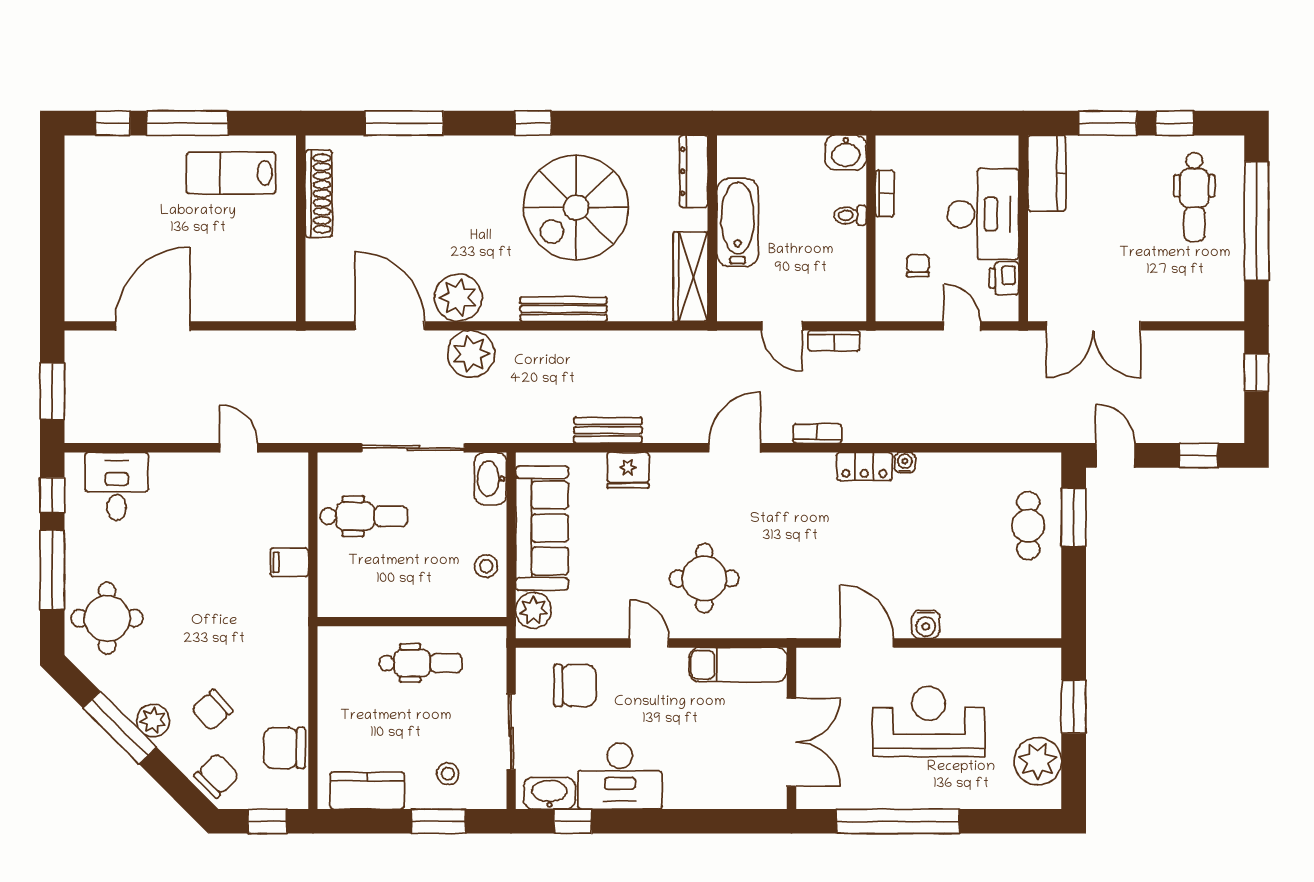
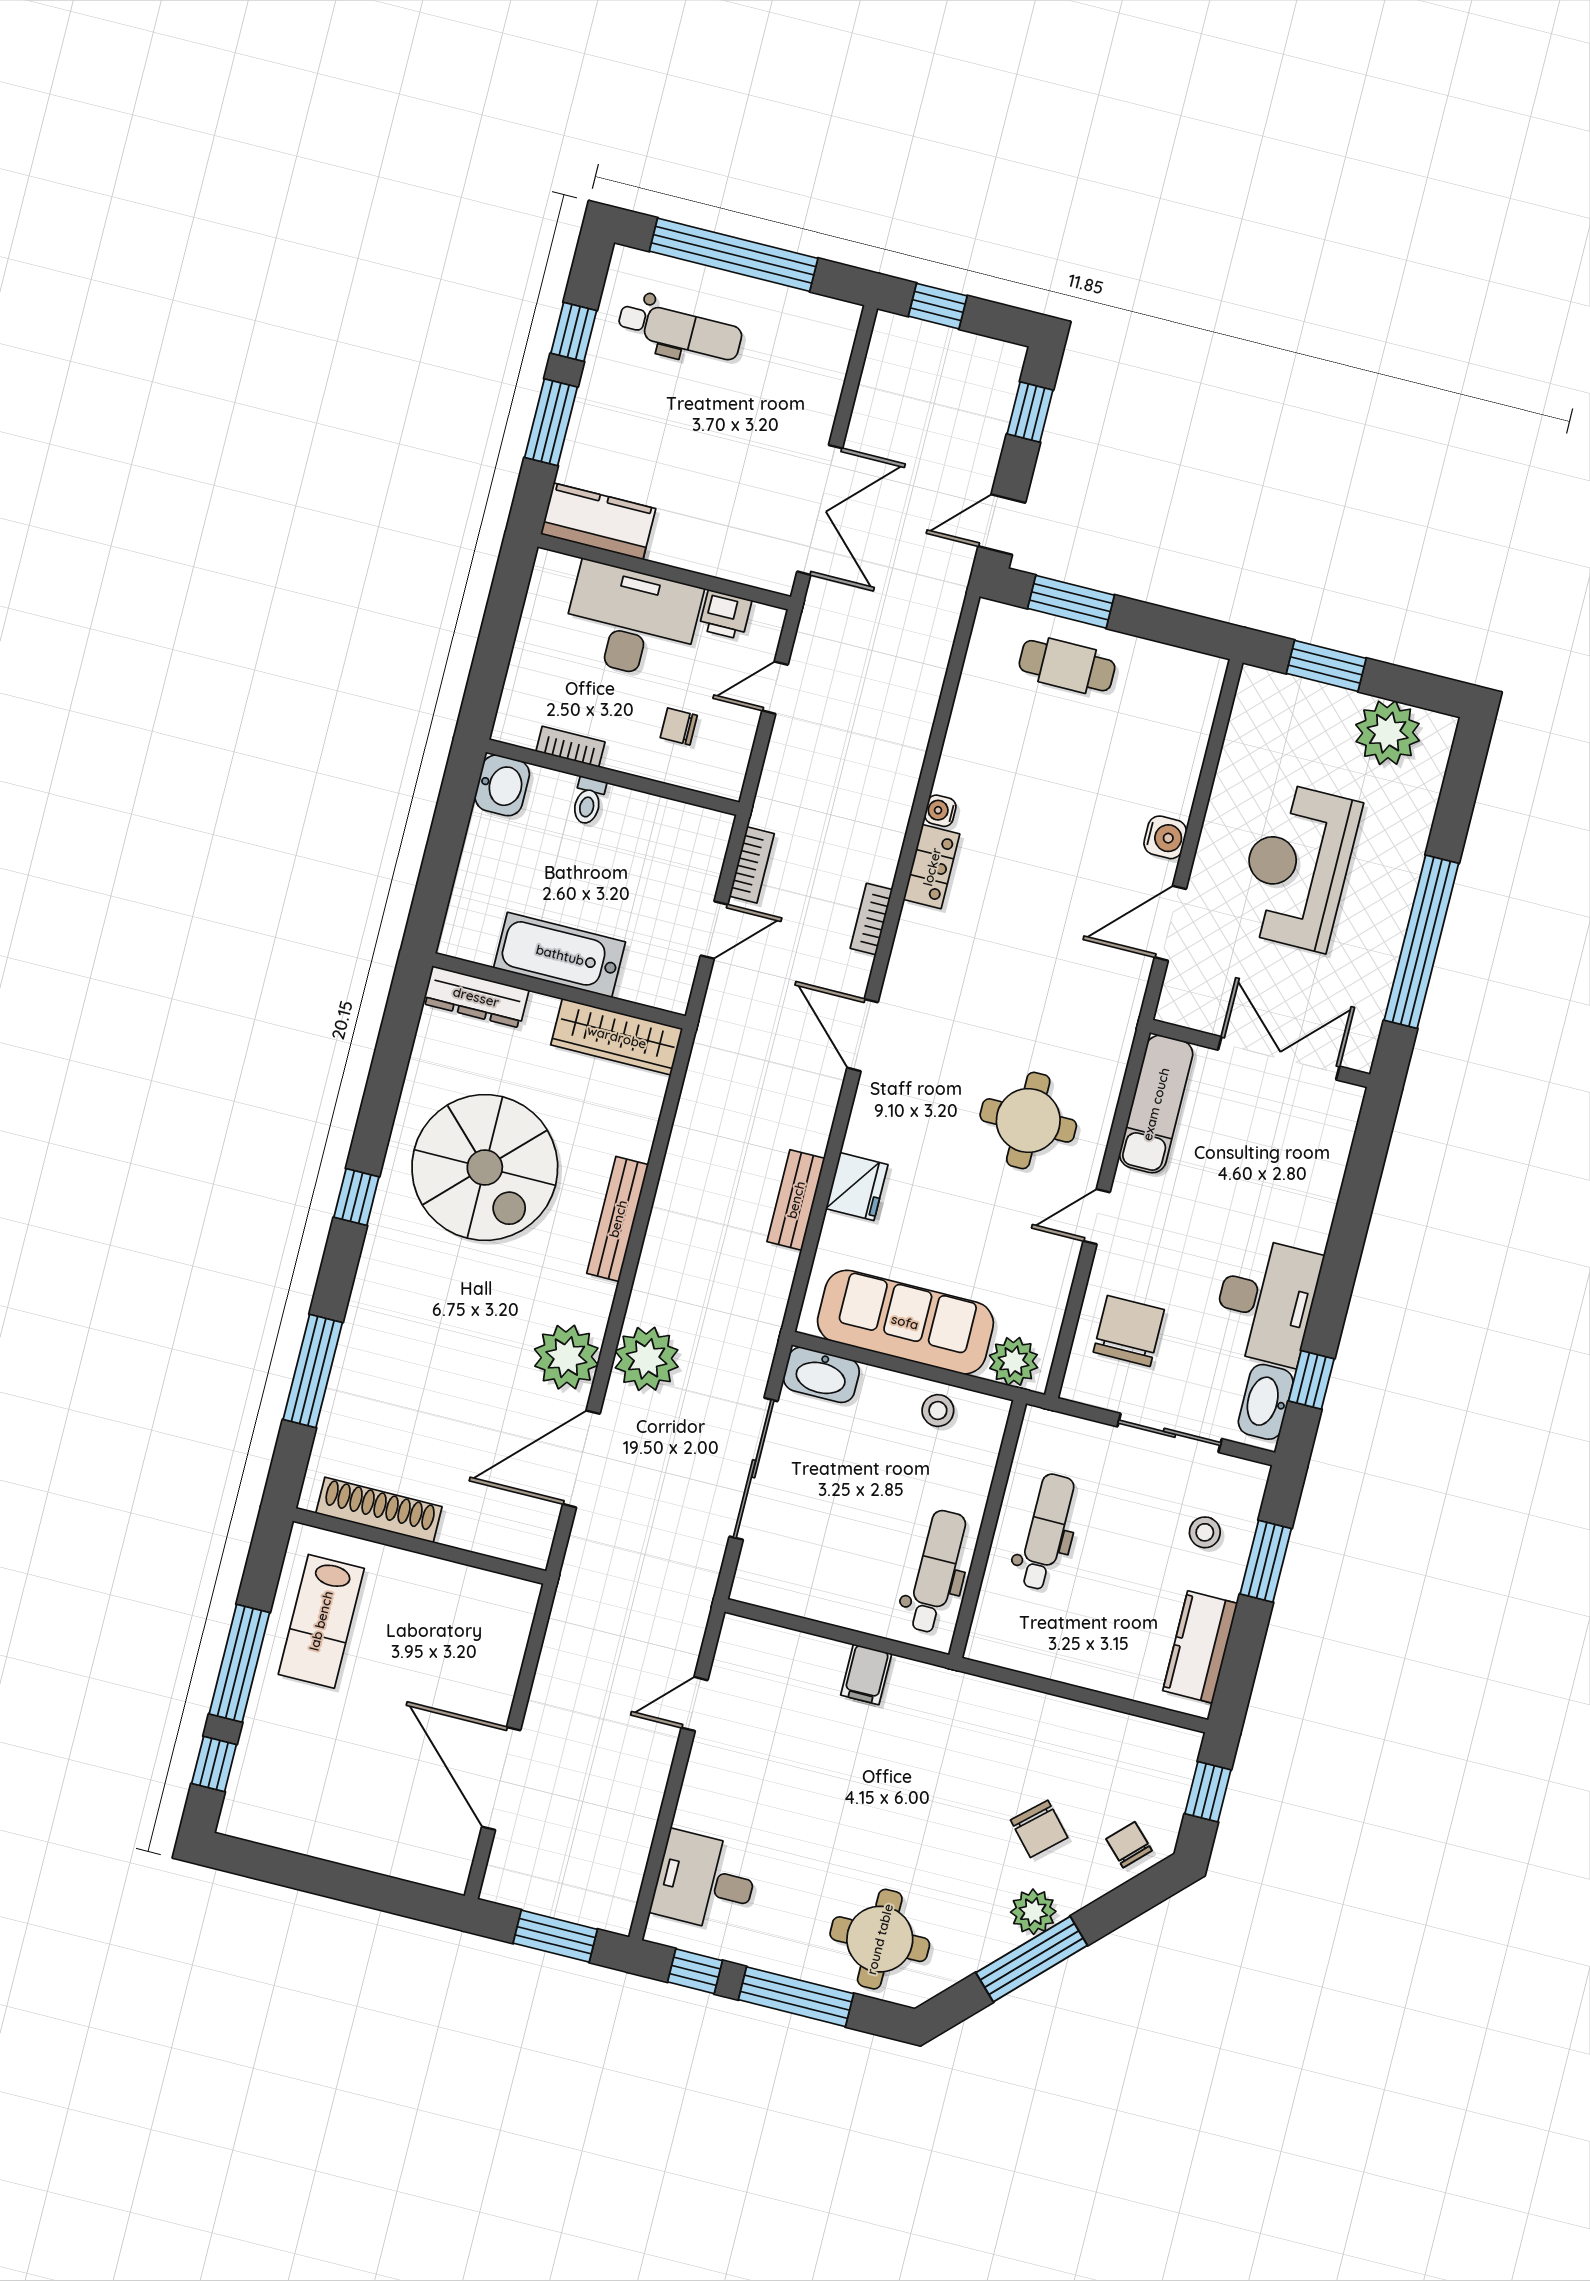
dental chair: (364, 516) -> (936, 1571), moved
chair: (284, 748) -> (1115, 1744), removed
chair: (217, 776) -> (1129, 1845), width x0.73, depth x0.73

